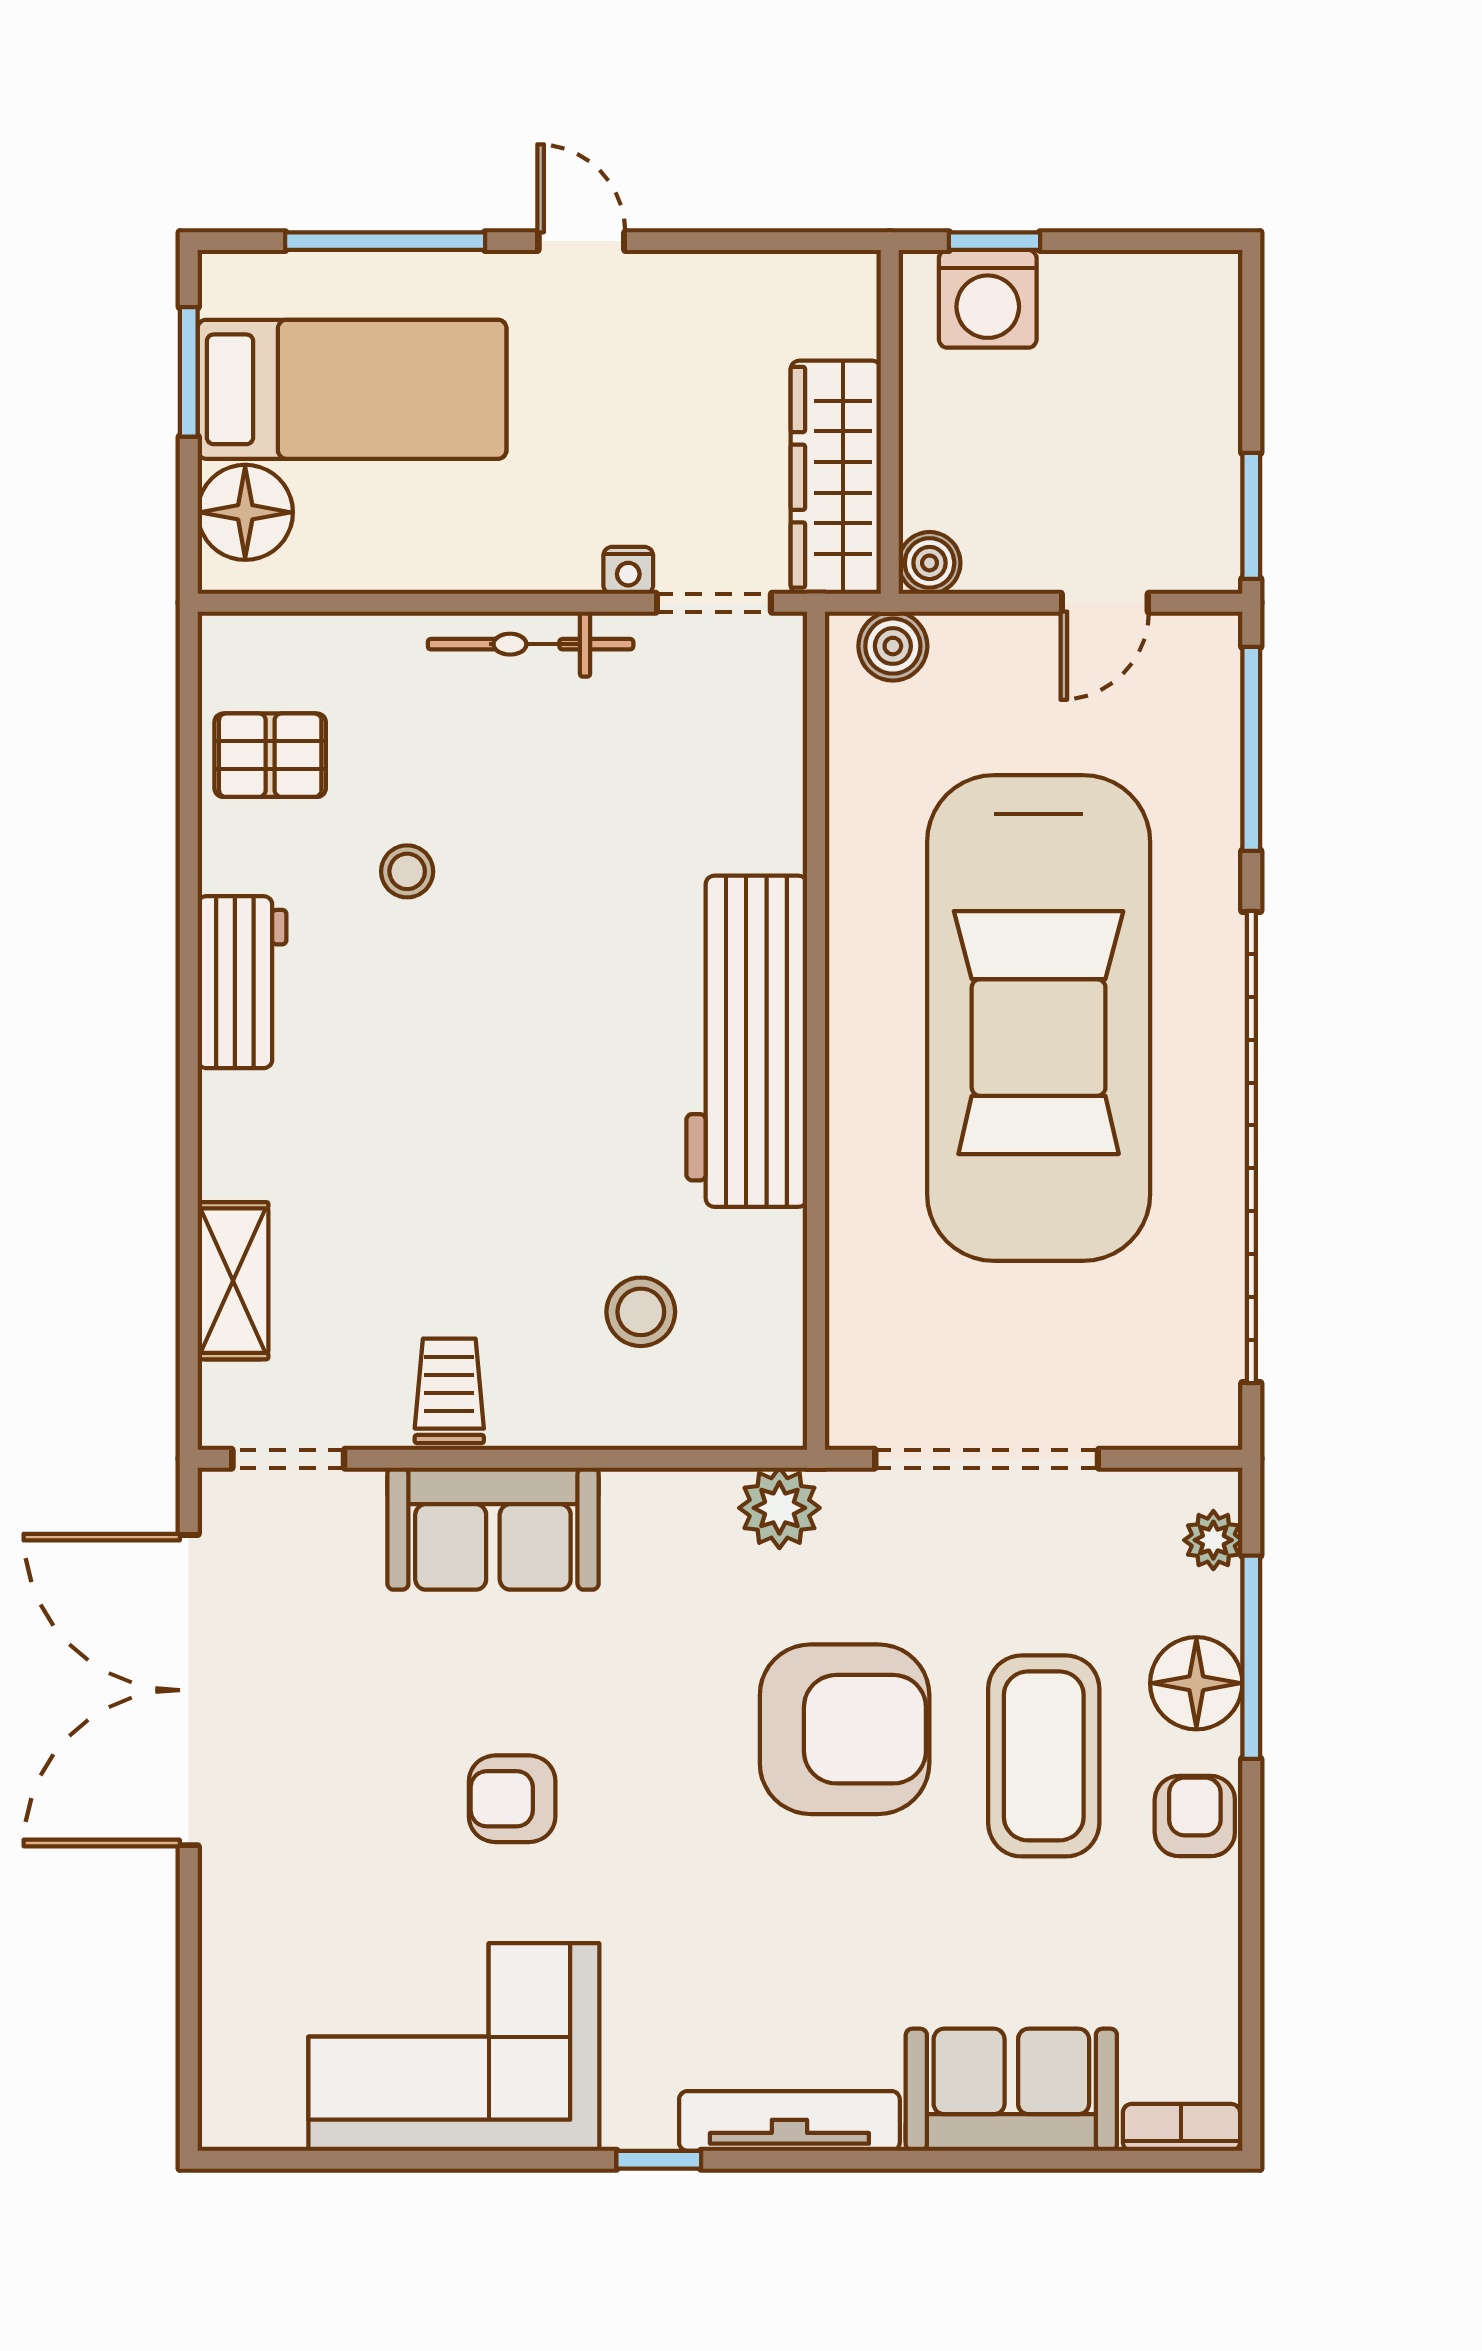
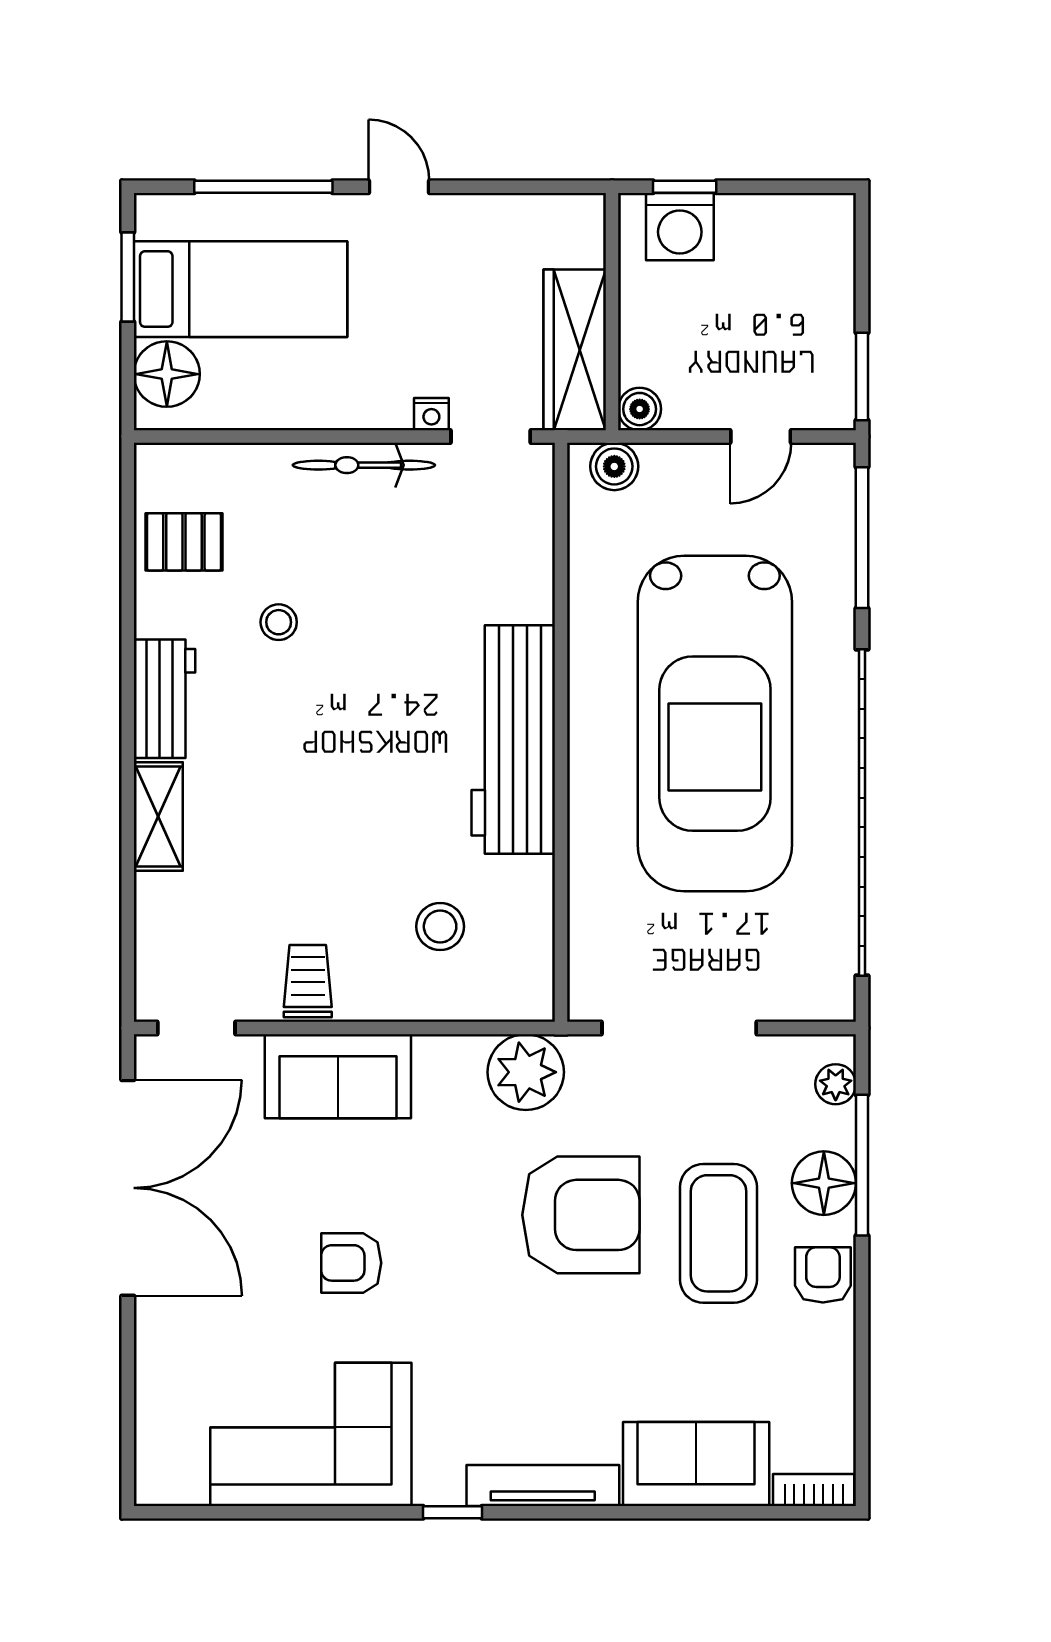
shelving: (233, 1281) -> (158, 817), moved
plant: (779, 1508) -> (526, 1072), width x1.36, depth x1.36
double door: (189, 1690) -> (128, 1188), swing flipped

